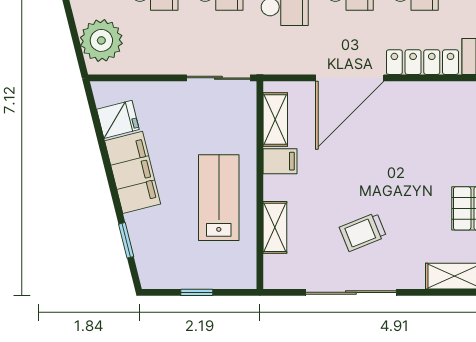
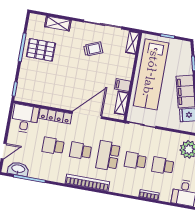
lab bench: (219, 198) -> (151, 74), width x1.86, depth x1.39
shelving: (275, 227) -> (133, 43), moved

